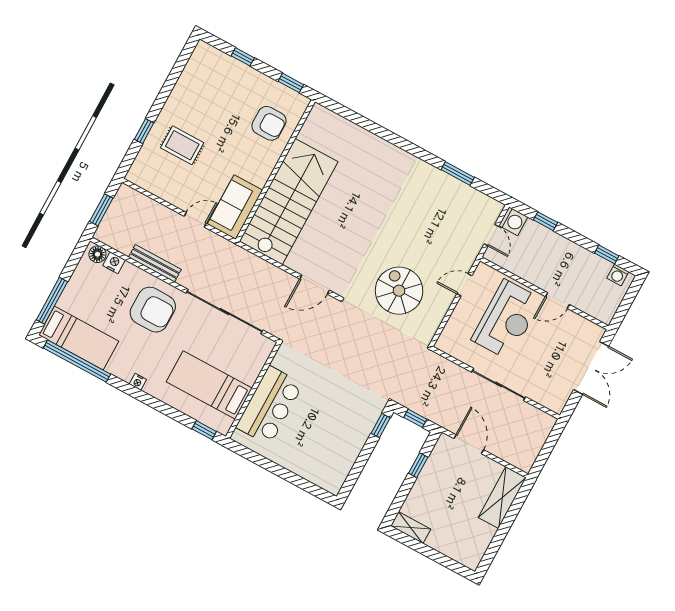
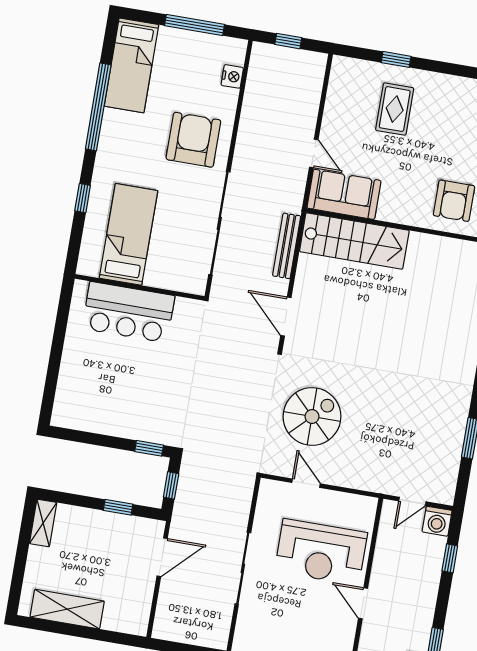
stairs: (289, 202) -> (354, 241), width x0.73, depth x0.66
window: (101, 210) -> (288, 41), width x0.67
floor lamp: (97, 254) -> (236, 54), removed
bench: (155, 263) -> (287, 246), moved
door: (464, 285) -> (306, 483), moved
window: (52, 301) -> (195, 25), moved
armchair: (153, 310) -> (193, 140), turned 180
window: (77, 361) -> (98, 107), moved
nightstand: (138, 382) -> (104, 151), removed
window: (204, 430) -> (83, 198), moved
shelving: (502, 498) -> (67, 609), moved

